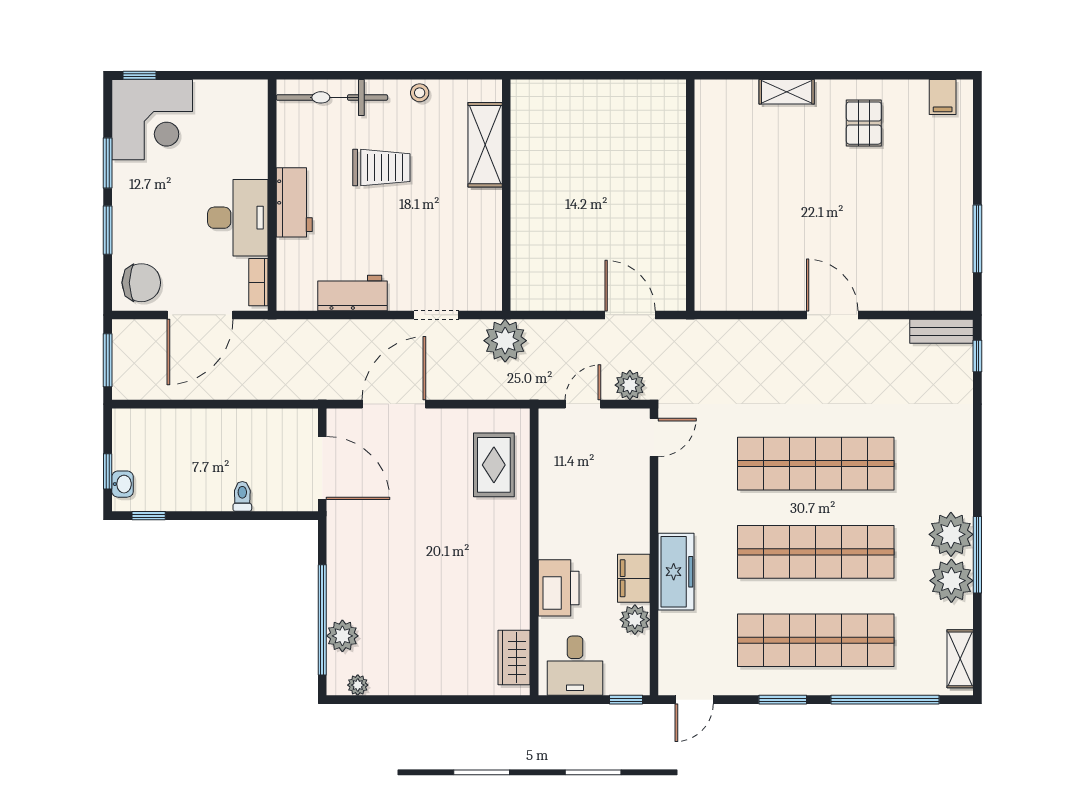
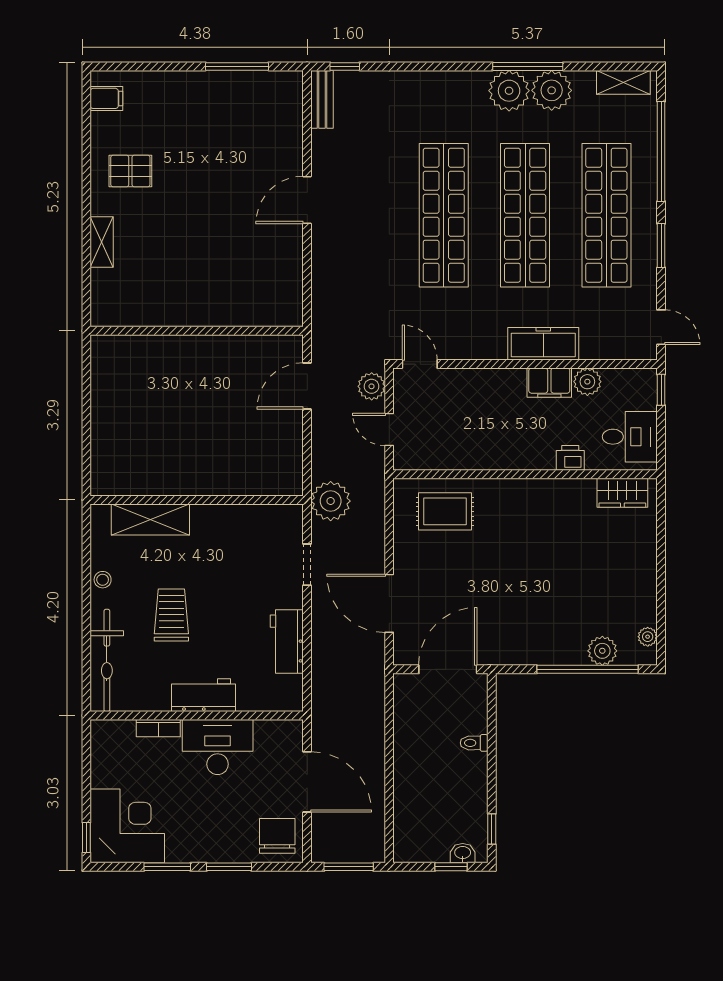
bookcase: (258, 282) -> (158, 728), moved
printer: (559, 588) -> (570, 458), width x0.53, depth x0.68

